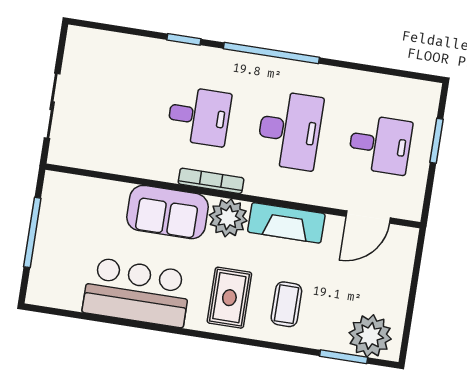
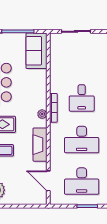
desk: (380, 144) -> (82, 181), width x1.37
sofa: (167, 212) -> (36, 51), moved
plant: (228, 218) -> (42, 114), width x0.53, depth x0.53

